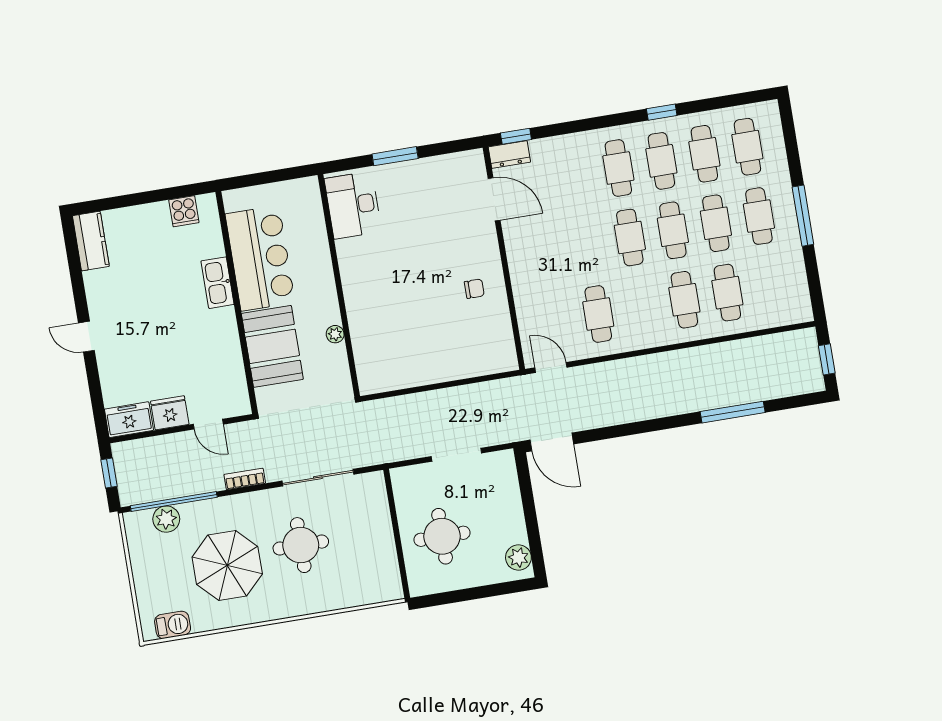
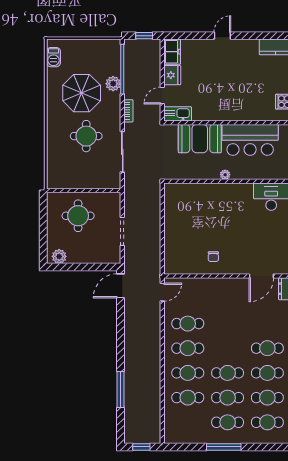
cafe table: (630, 237) -> (188, 348), moved
kitchen sink: (218, 283) -> (178, 114), moved
plant: (335, 334) -> (225, 175), moved
plant: (166, 519) -> (113, 84), moved

